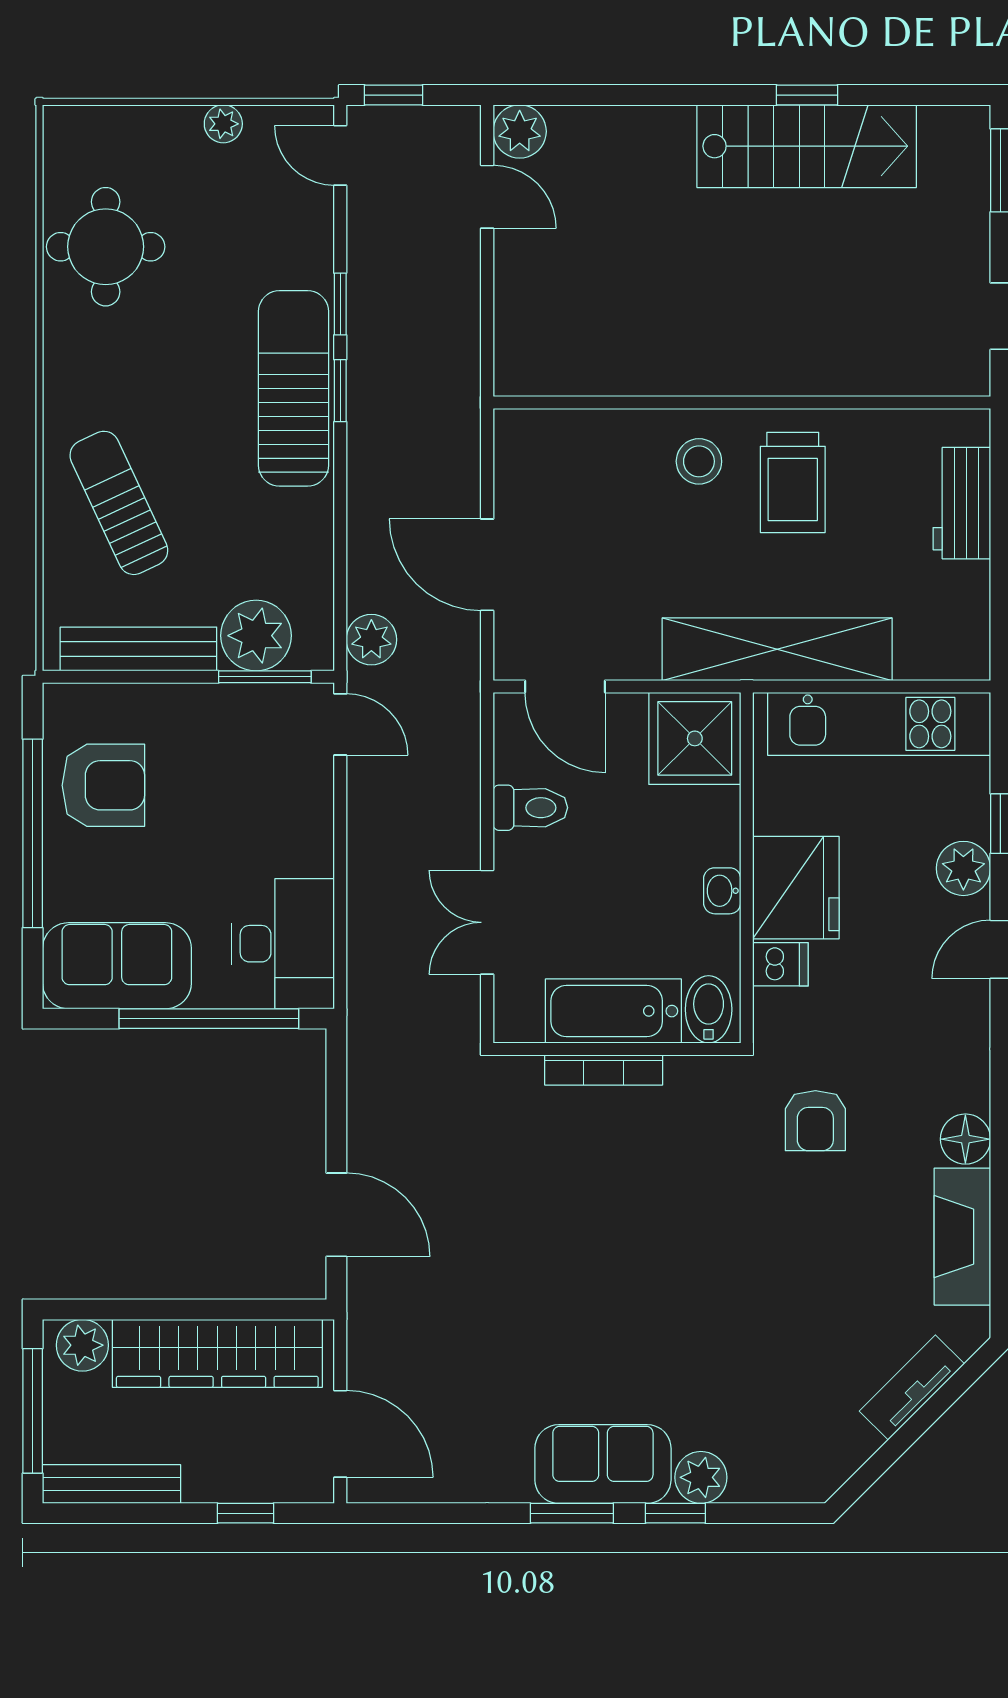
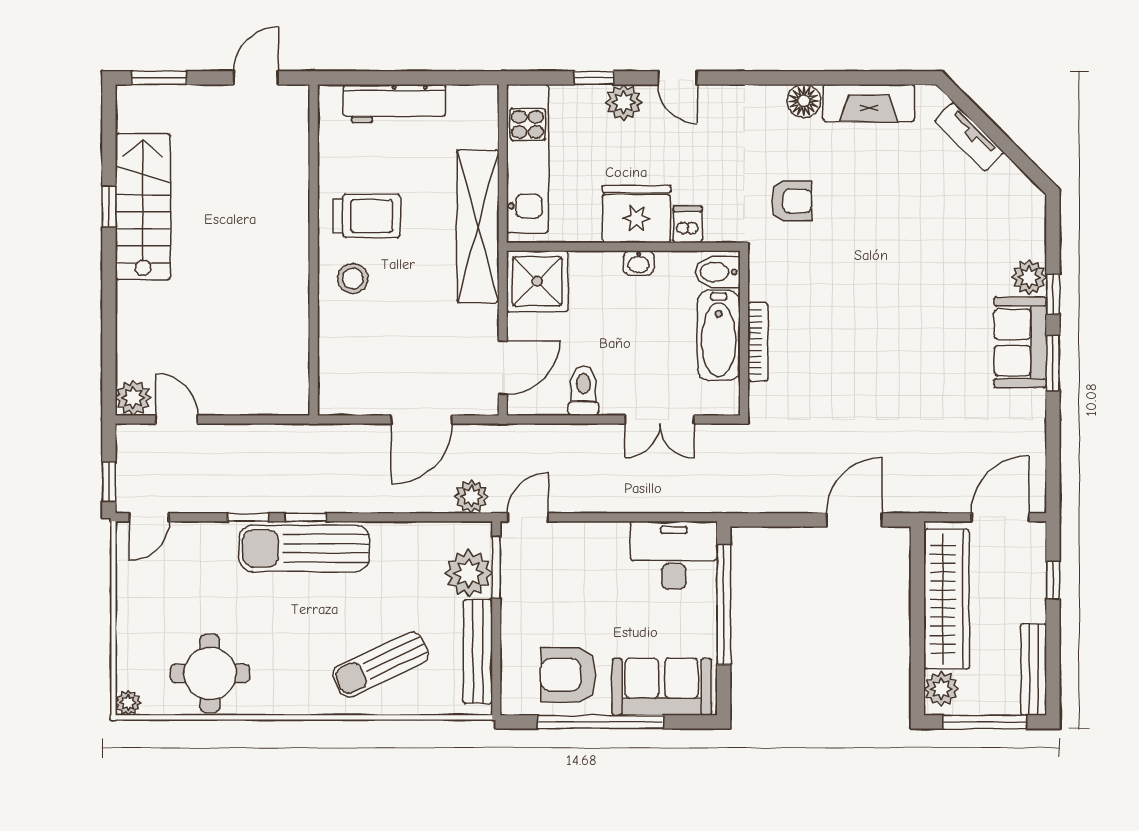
plant: (223, 124) -> (128, 703), moved
door: (487, 197) -> (177, 419), hinge flipped
workbench: (962, 503) -> (394, 103), width x1.38
armchair: (103, 785) -> (568, 675), turned -90
sofa: (117, 966) -> (662, 687), moved, turned 90

